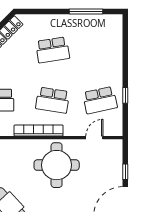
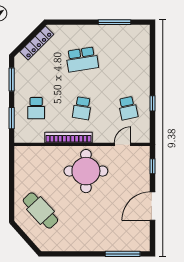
school desk: (53, 100) -> (82, 108), width x0.54
school desk: (100, 100) -> (128, 108), width x0.54
window: (125, 172) -> (153, 166), moved

